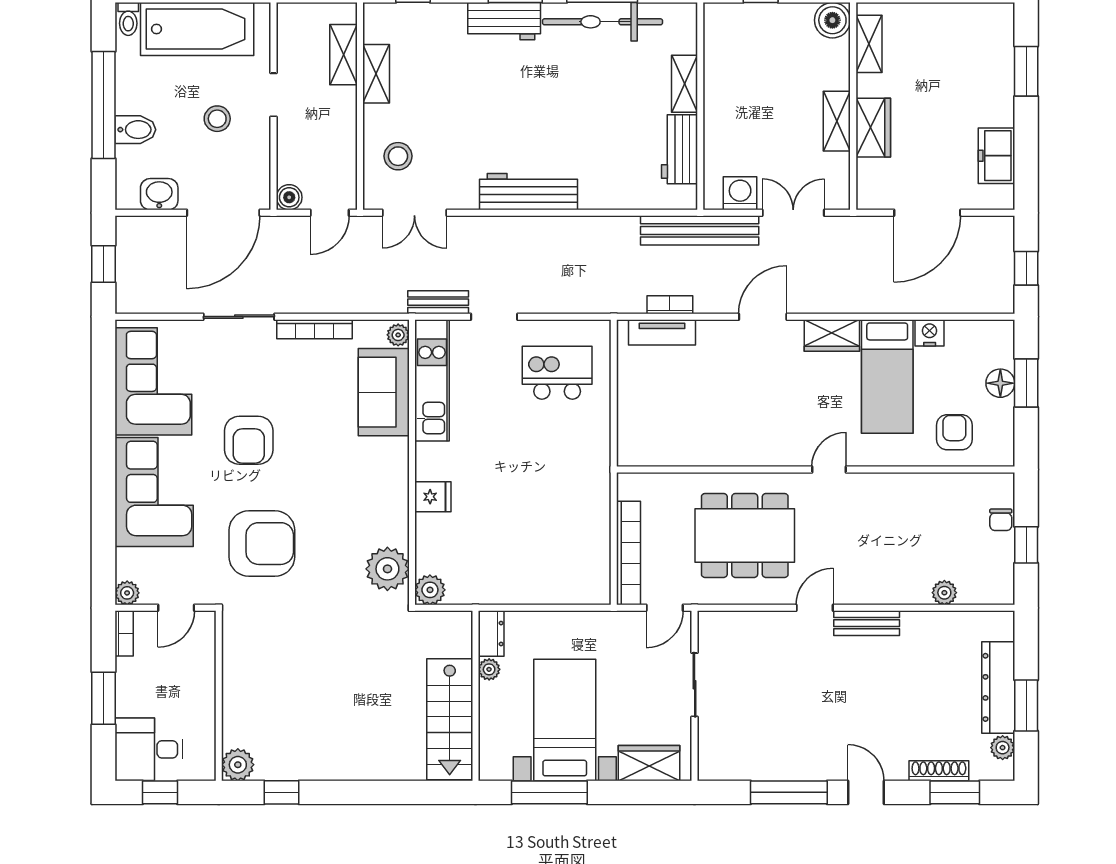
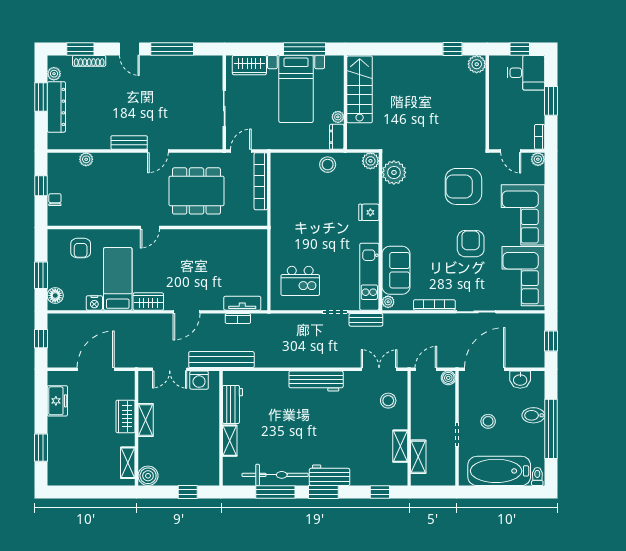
floor lamp: (1000, 383) -> (55, 295), moved
stool: (507, 583) -> (328, 165), added
door: (176, 608) -> (511, 151), swing flipped

